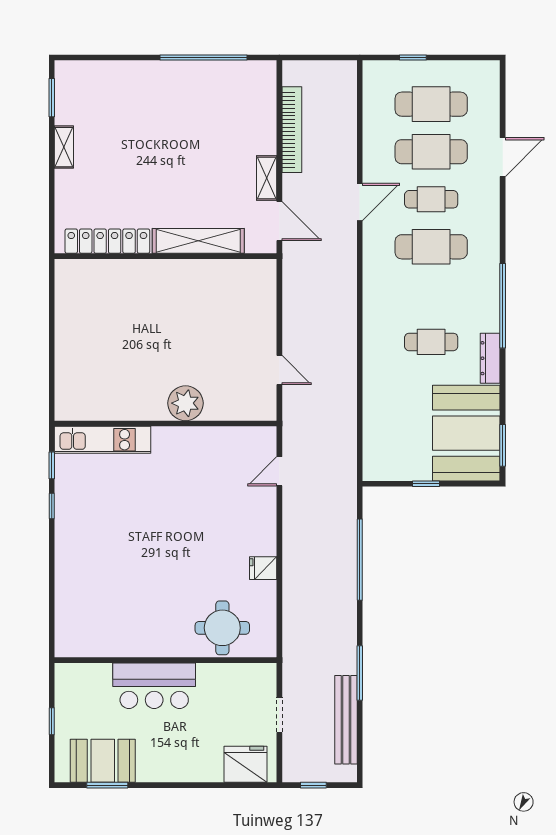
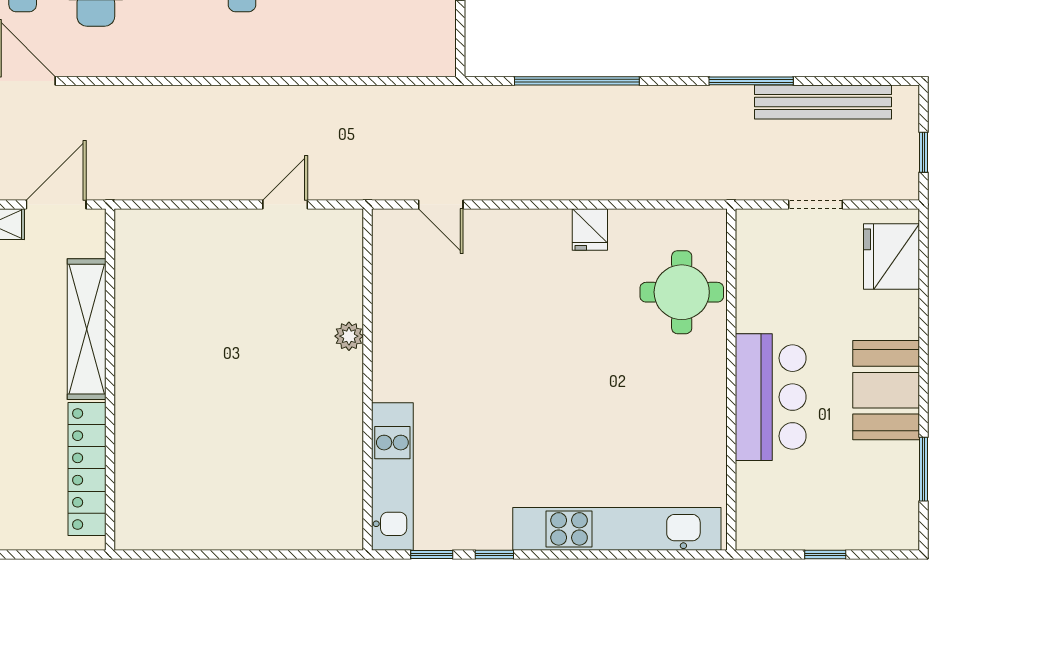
plant: (186, 403) -> (349, 336), width x0.53, depth x0.53
kitchen unit: (68, 586) -> (617, 529), added
booth: (103, 761) -> (886, 390), moved

